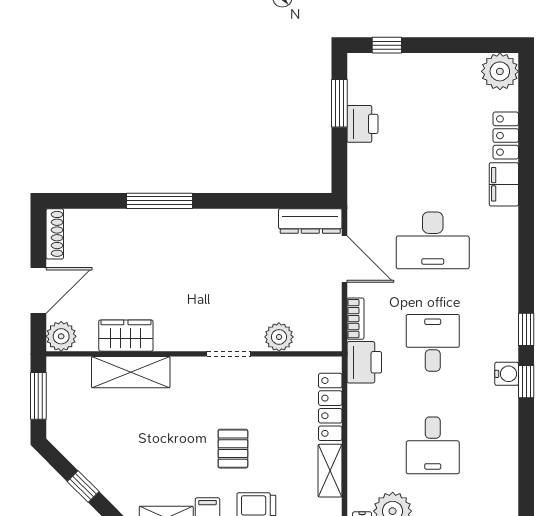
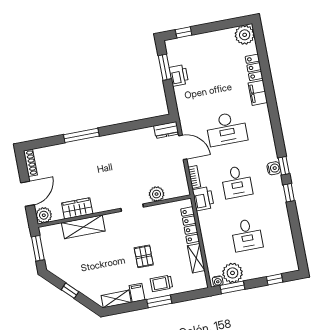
dresser: (310, 221) -> (166, 130), width x0.70
desk: (433, 343) -> (237, 182), turned 180
water cooler: (507, 374) -> (274, 168), moved

